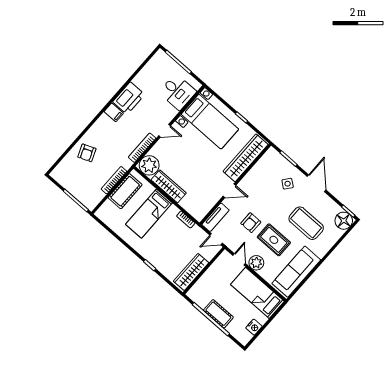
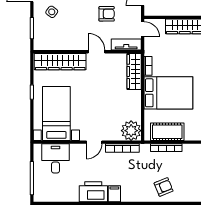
door: (165, 131) -> (94, 142), swing flipped
wardrobe: (169, 186) -> (134, 71), moved
bed: (149, 214) -> (168, 93), width x1.50

